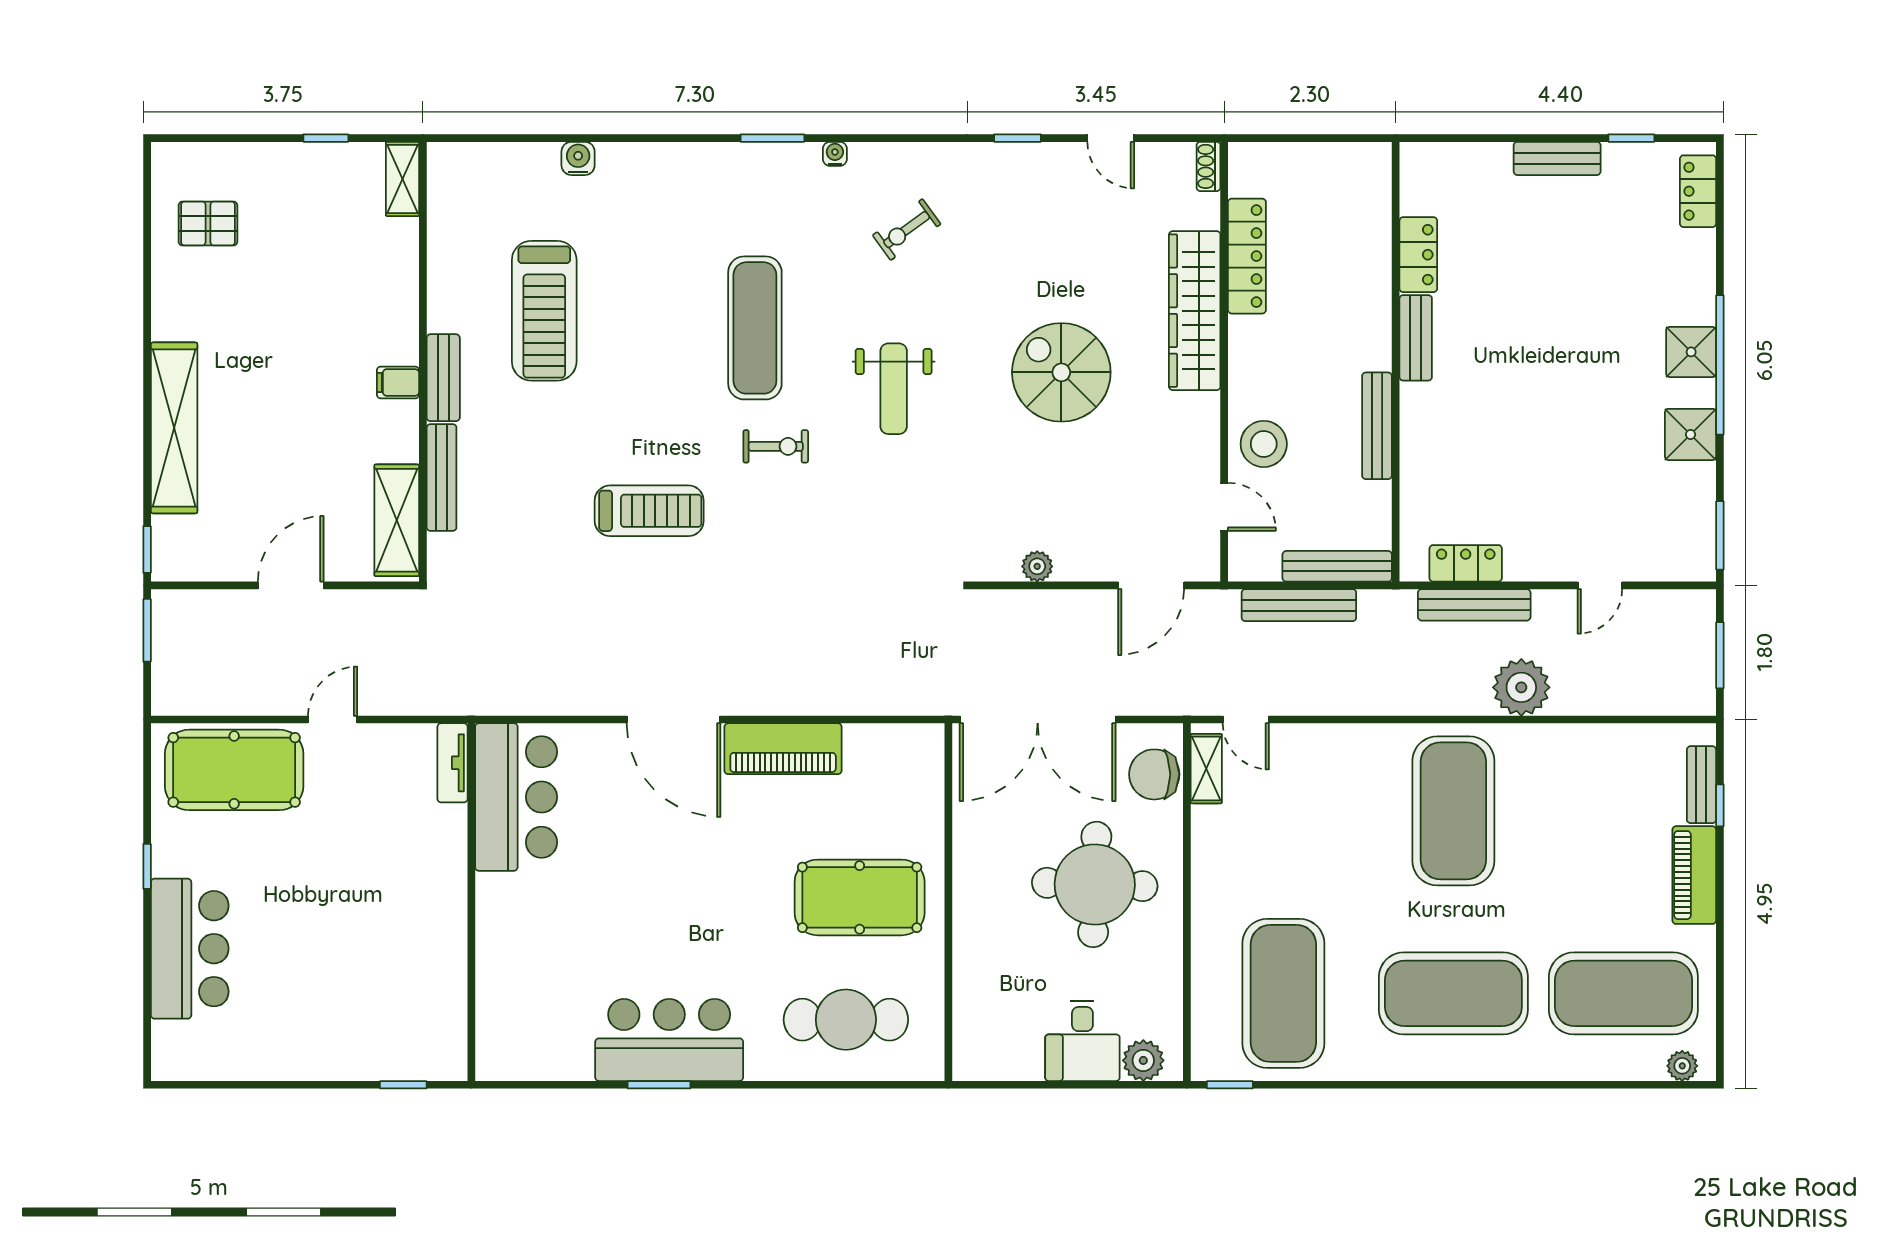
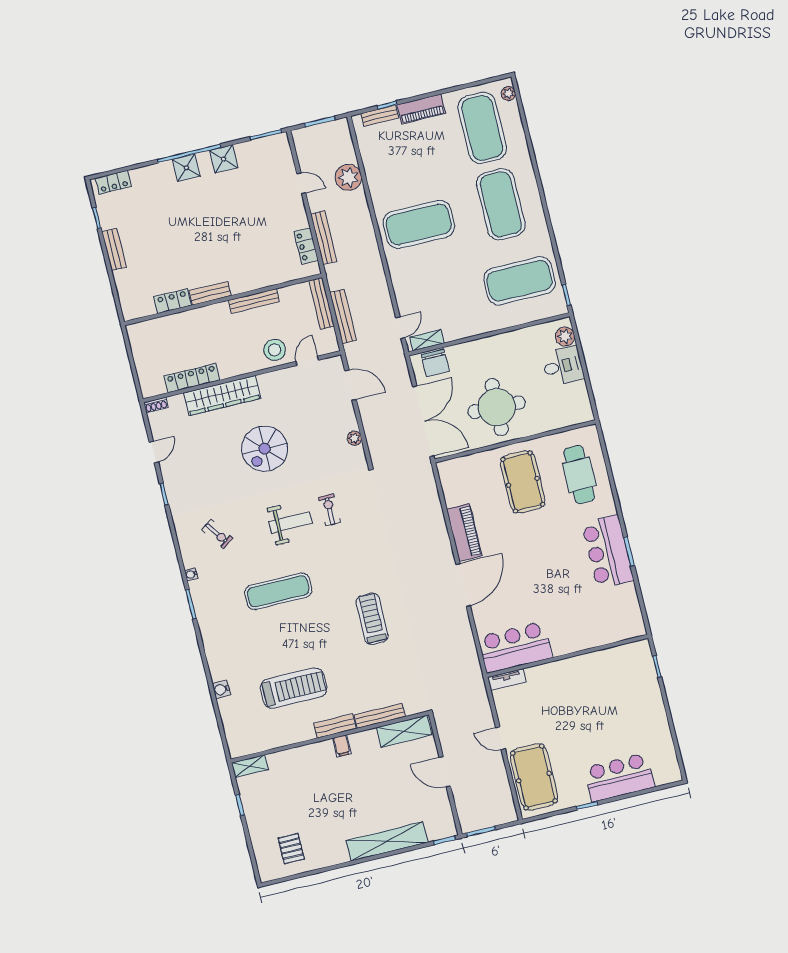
exercise bike: (776, 446) -> (330, 510), moved
plant: (1521, 687) -> (348, 177), moved
round table: (1095, 884) -> (497, 407), moved

